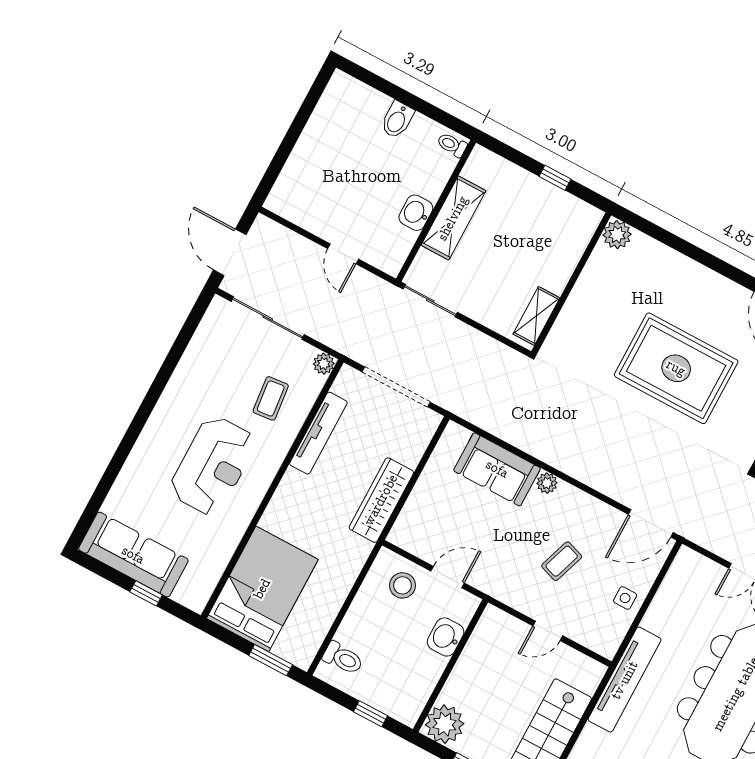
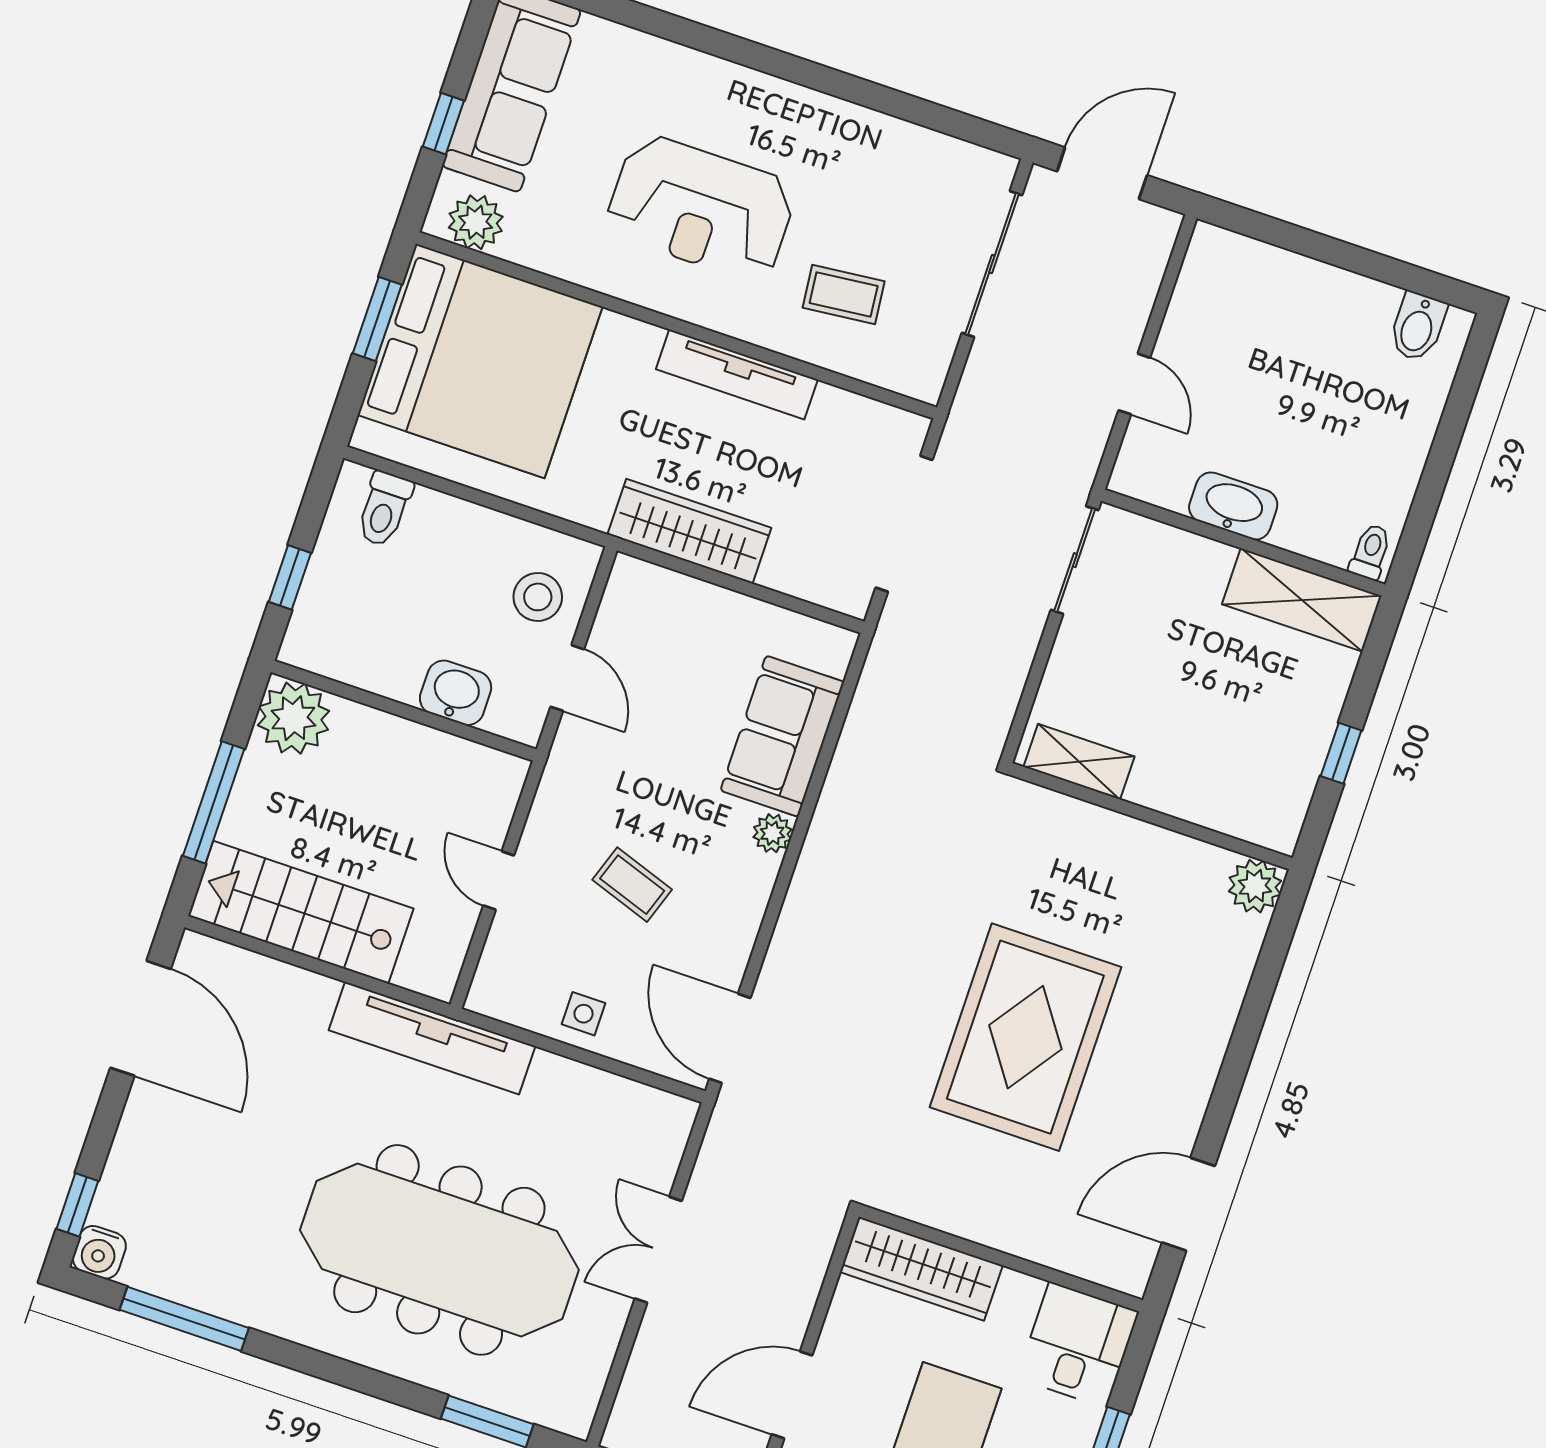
bidet: (397, 120) -> (1418, 327), moved, turned -90
washbasin: (416, 213) -> (1233, 506), width x1.38
shelving: (453, 218) -> (1302, 600), moved
door: (343, 254) -> (1134, 384), swing flipped
plant: (324, 364) -> (476, 222), moved, width x1.38, depth x1.38
tv unit: (318, 433) -> (737, 374), moved
bed: (262, 589) -> (480, 361), width x1.36
window: (271, 660) -> (377, 319), moved

